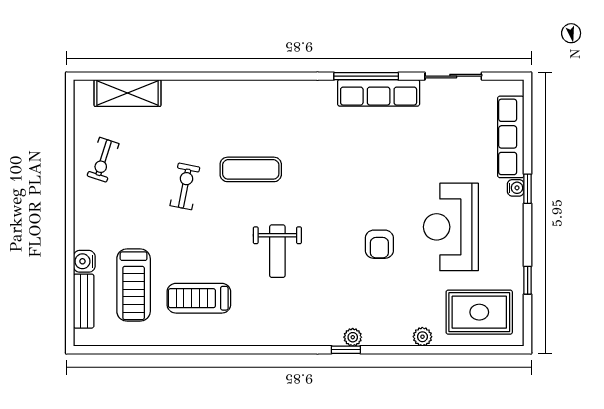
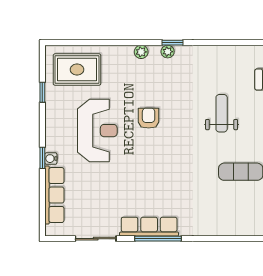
plant: (422, 337) -> (141, 52), moved

